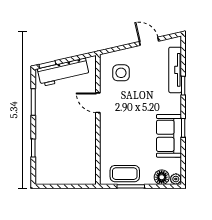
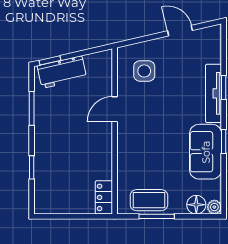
tv unit: (175, 70) -> (214, 93), moved
workbench: (63, 72) -> (62, 72), width x0.73
door: (98, 103) -> (115, 109), hinge flipped
locker: (90, 171) -> (104, 197), added

